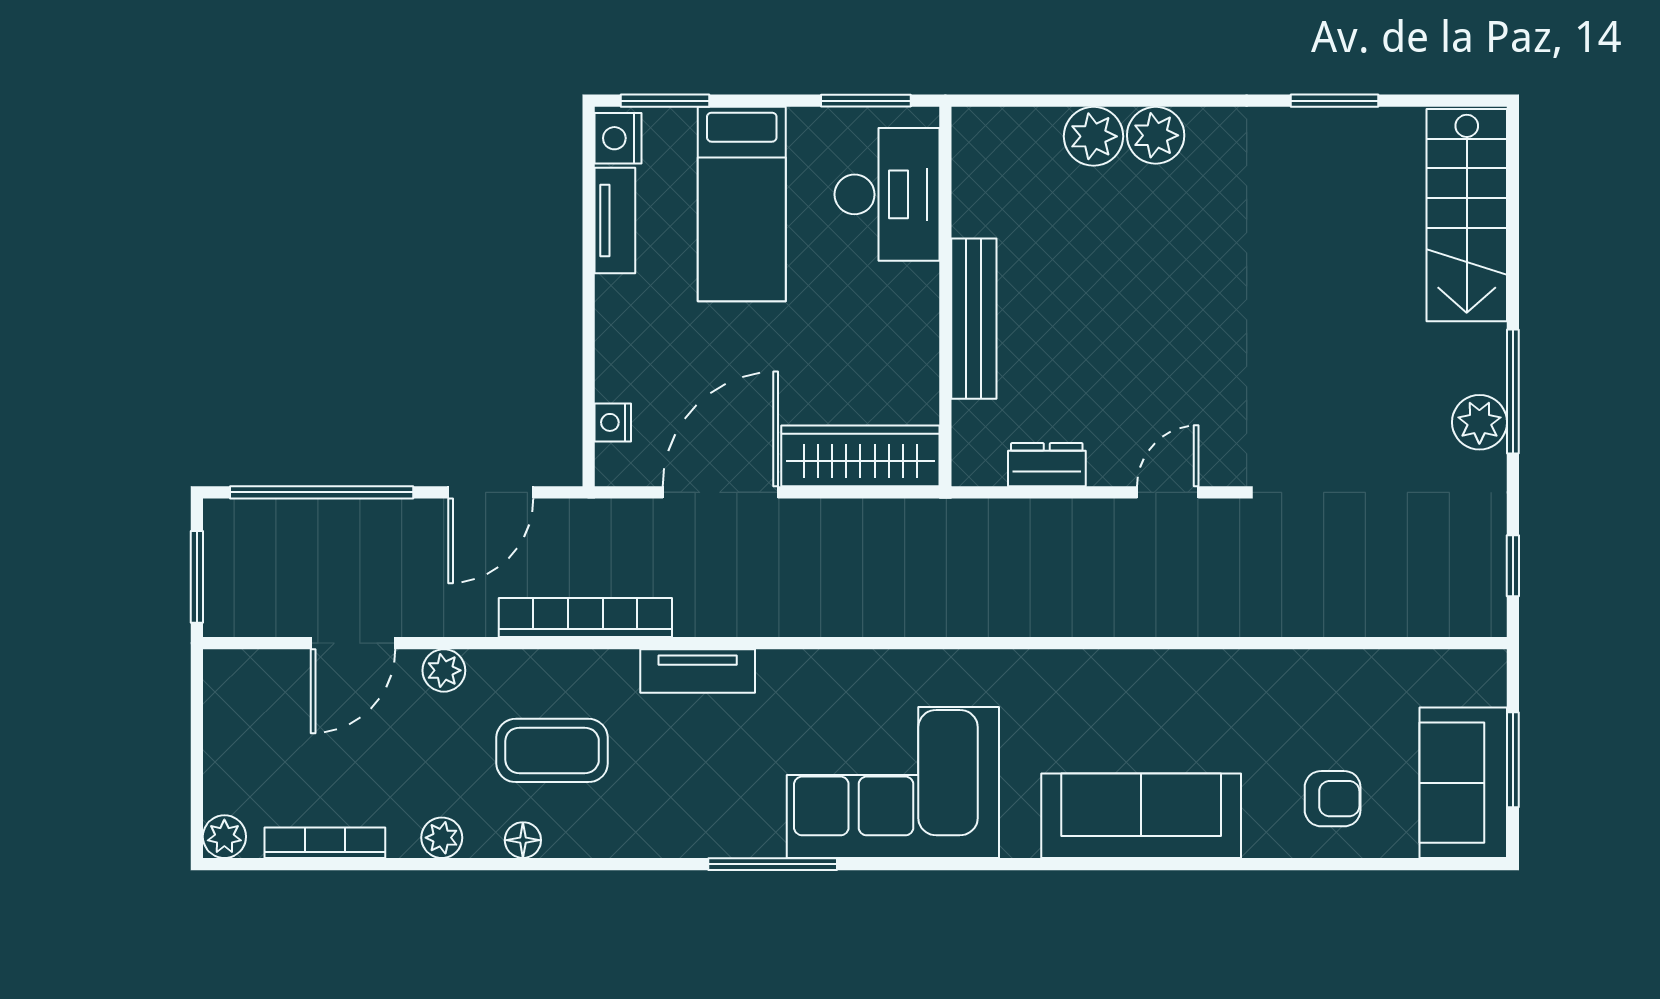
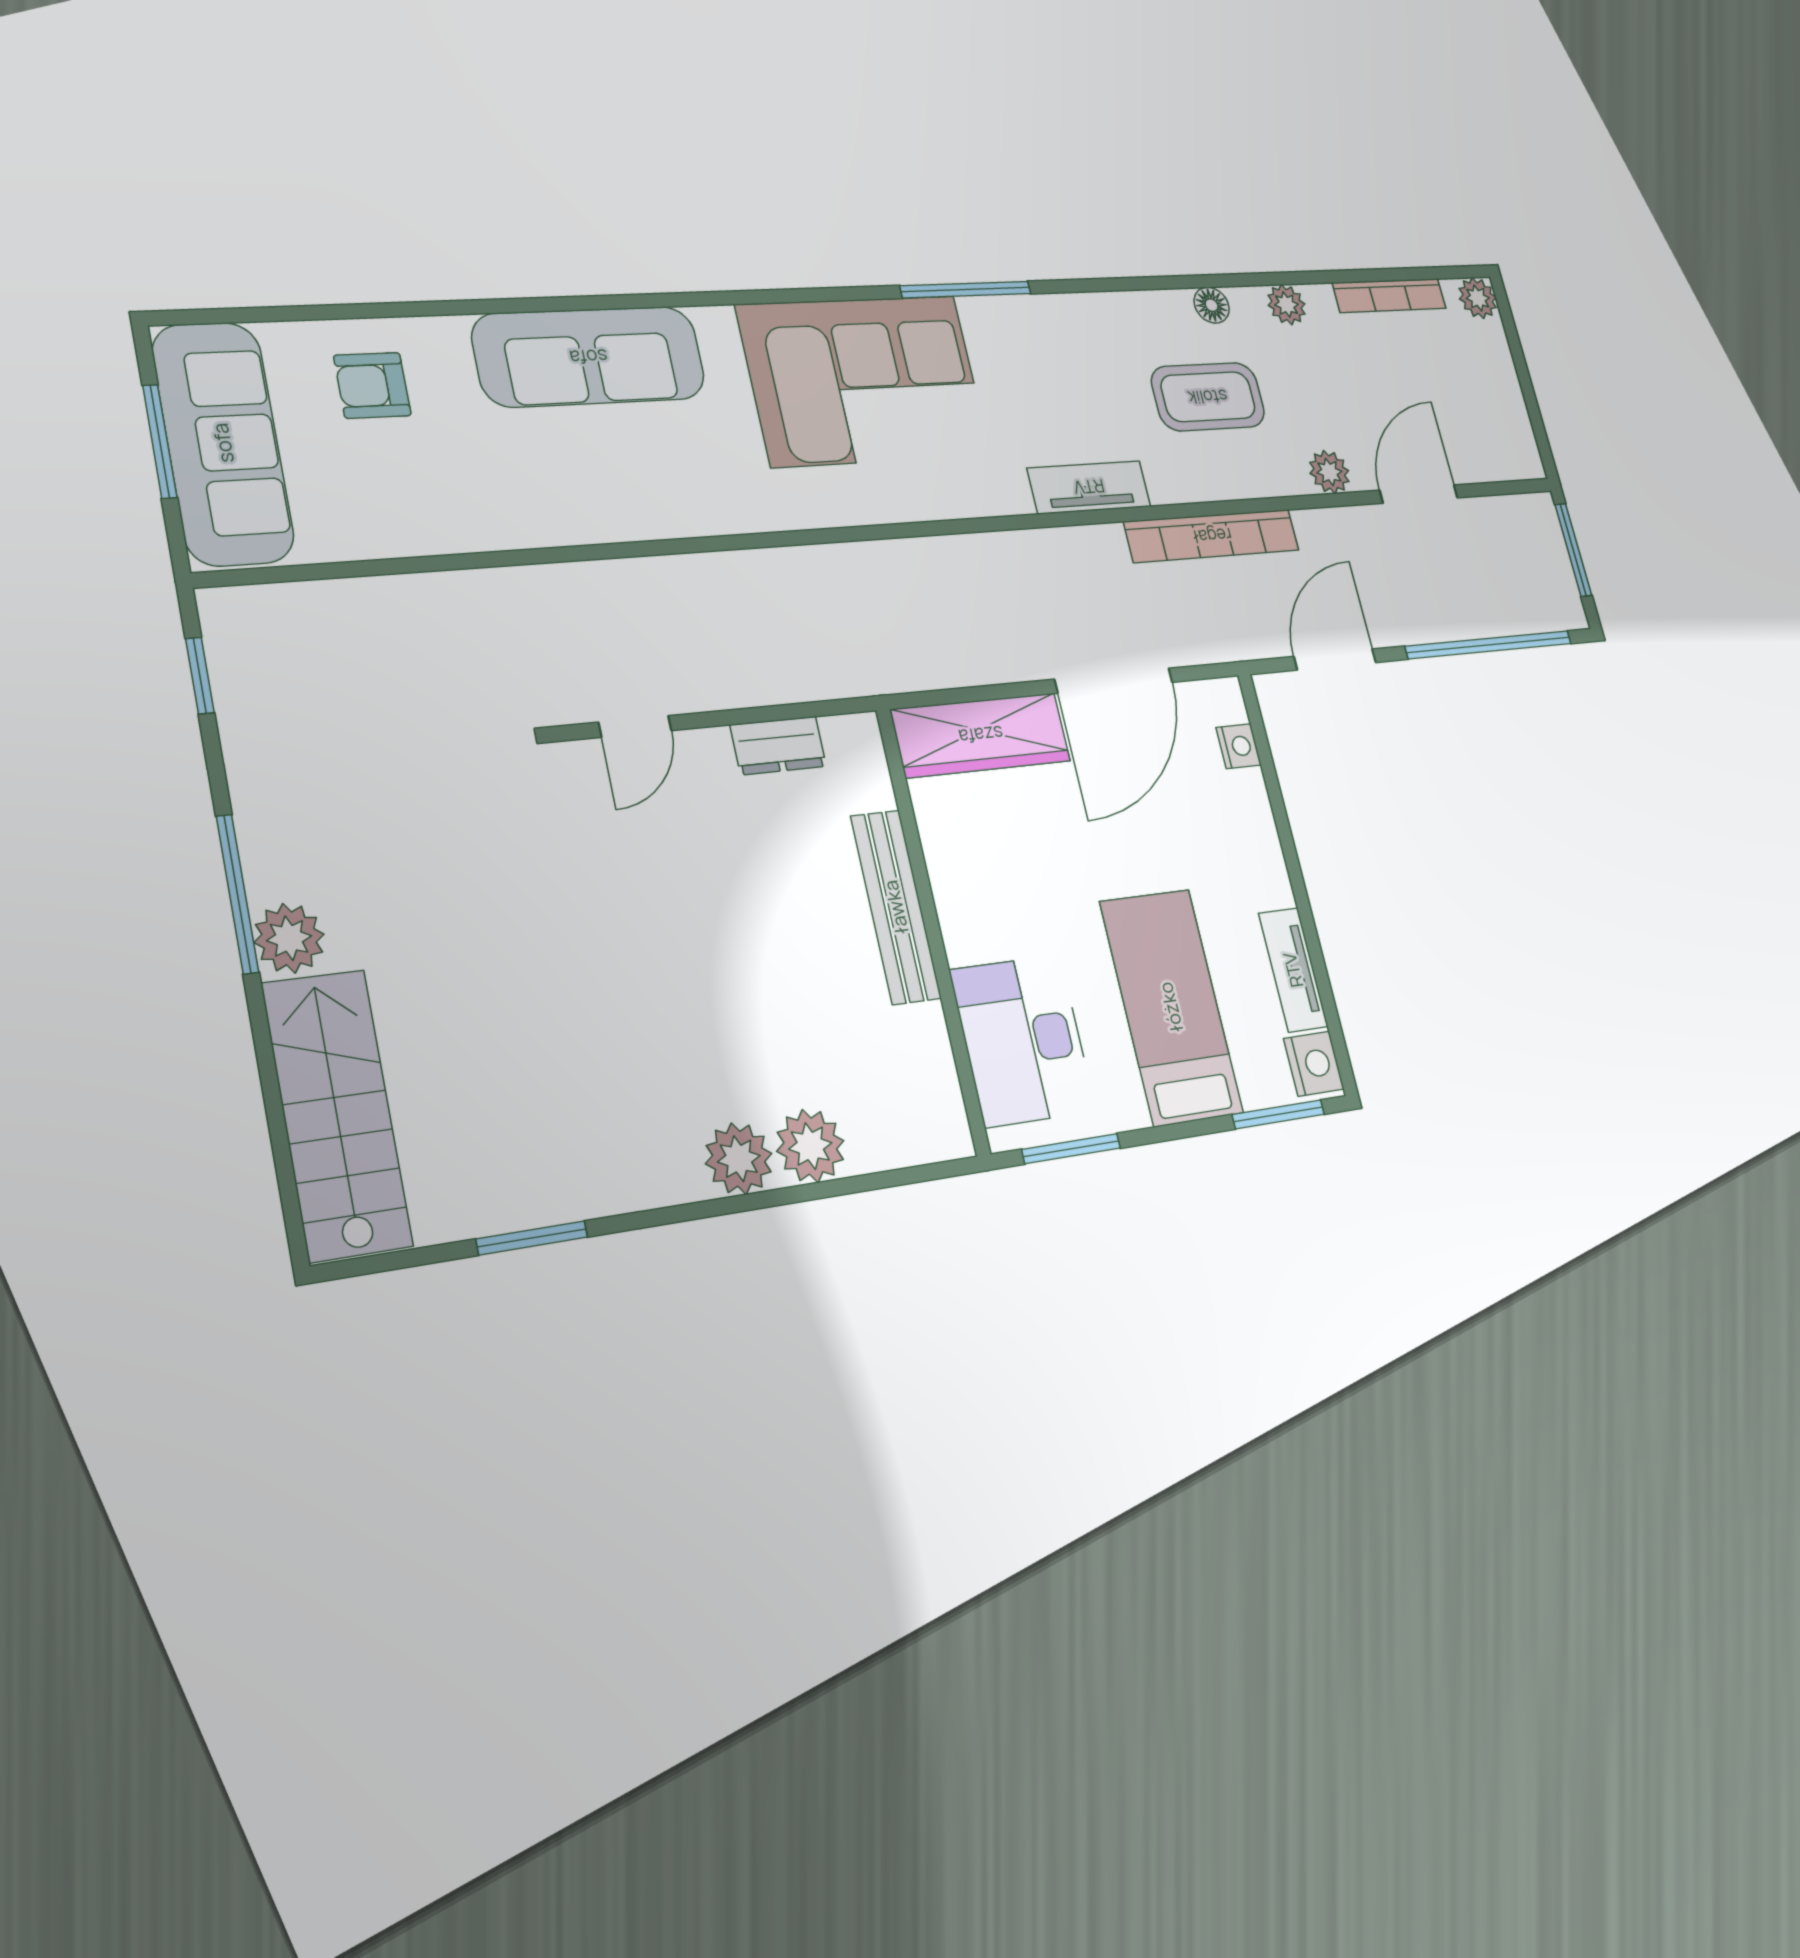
plant: (1479, 422) -> (289, 938), moved
sofa: (1463, 783) -> (223, 443), width x1.36

